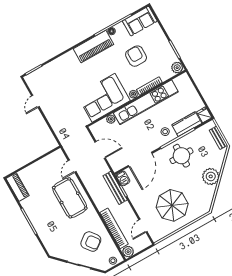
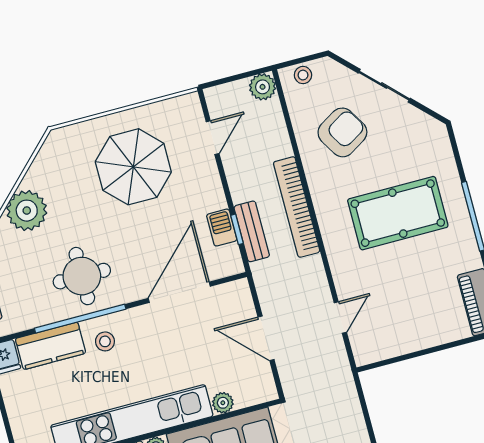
barbecue: (123, 178) -> (222, 228), moved
bench: (115, 188) -> (252, 231), width x0.73
pool table: (70, 198) -> (398, 213), moved, turned 90
bookcase: (114, 228) -> (297, 207), moved
armchair: (91, 242) -> (342, 132), turned 96

